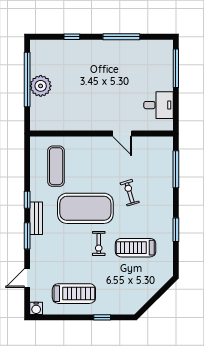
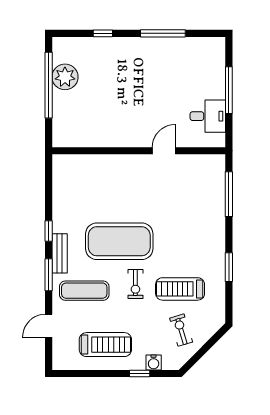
window: (176, 68) -> (229, 90), moved
plant: (41, 86) -> (65, 77), moved
door: (122, 134) -> (164, 151), swing flipped
exercise mat: (56, 166) -> (84, 291), moved, turned 90
exercise bike: (130, 193) -> (181, 330), moved
water cooler: (36, 308) -> (154, 362), moved

